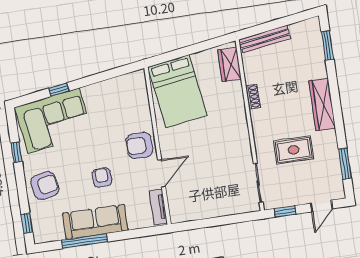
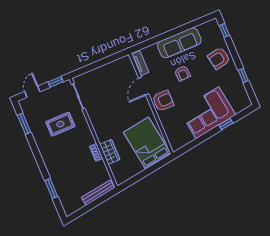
window: (327, 46) -> (51, 188), moved
wardrobe: (230, 65) -> (110, 152), moved
wardrobe: (322, 104) -> (49, 159), removed
corner sofa: (54, 121) -> (207, 113), moved
window: (85, 241) -> (183, 28), removed

